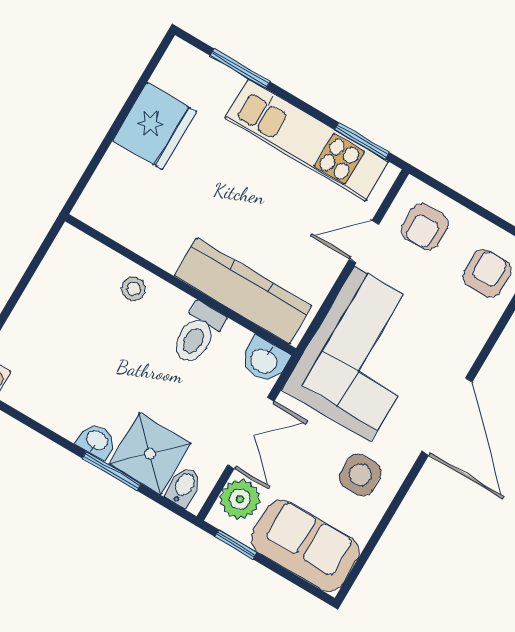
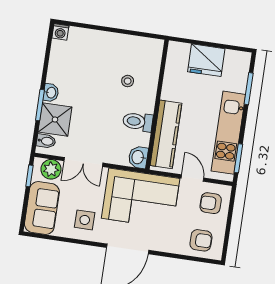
wall: (181, 285) -> (157, 105), moved
kitchen counter: (243, 291) -> (166, 134), moved
toilet: (198, 334) -> (138, 122), moved
washbasin: (264, 360) -> (138, 157), moved

